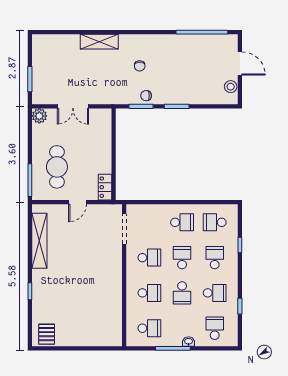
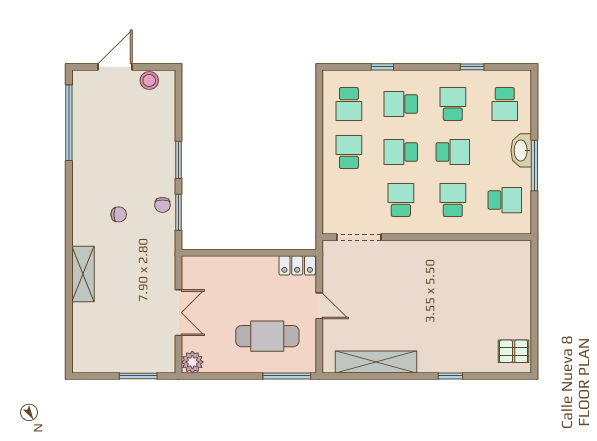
school desk: (149, 328) -> (505, 200), turned 90
school desk: (215, 328) -> (505, 104), turned -90
washbasin: (189, 342) -> (521, 150), width x1.91, depth x1.45

